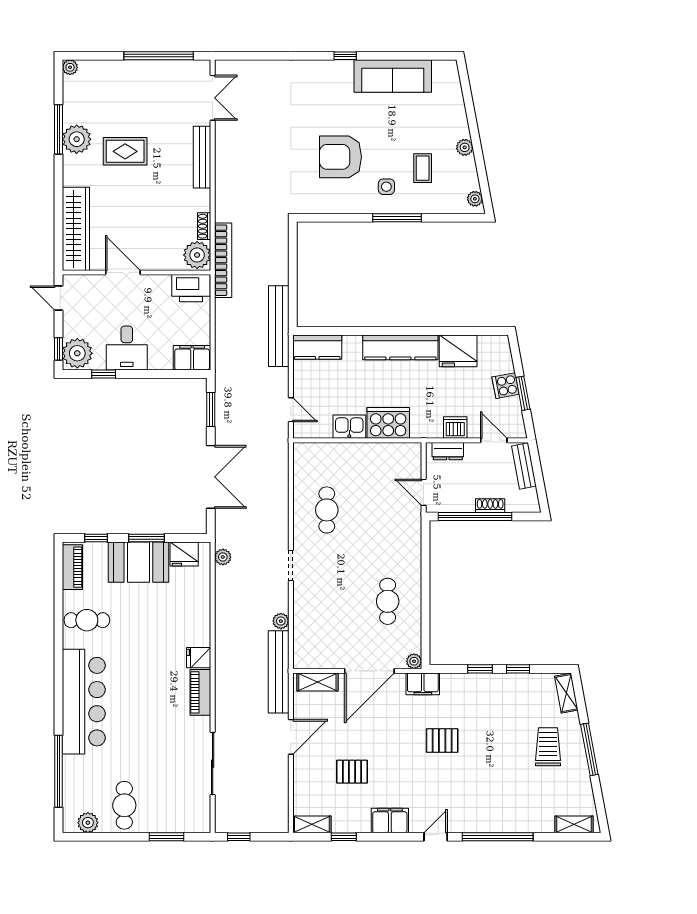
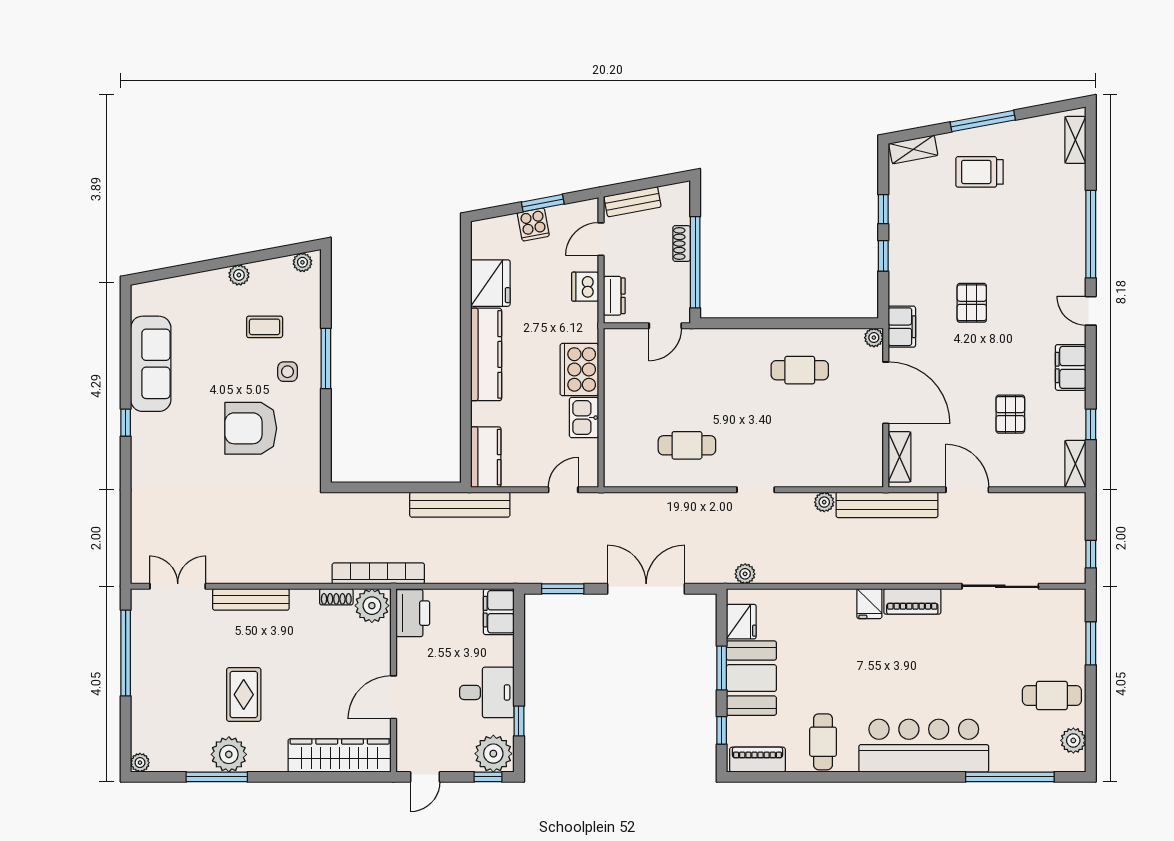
armchair: (341, 157) -> (251, 428), turned 90

